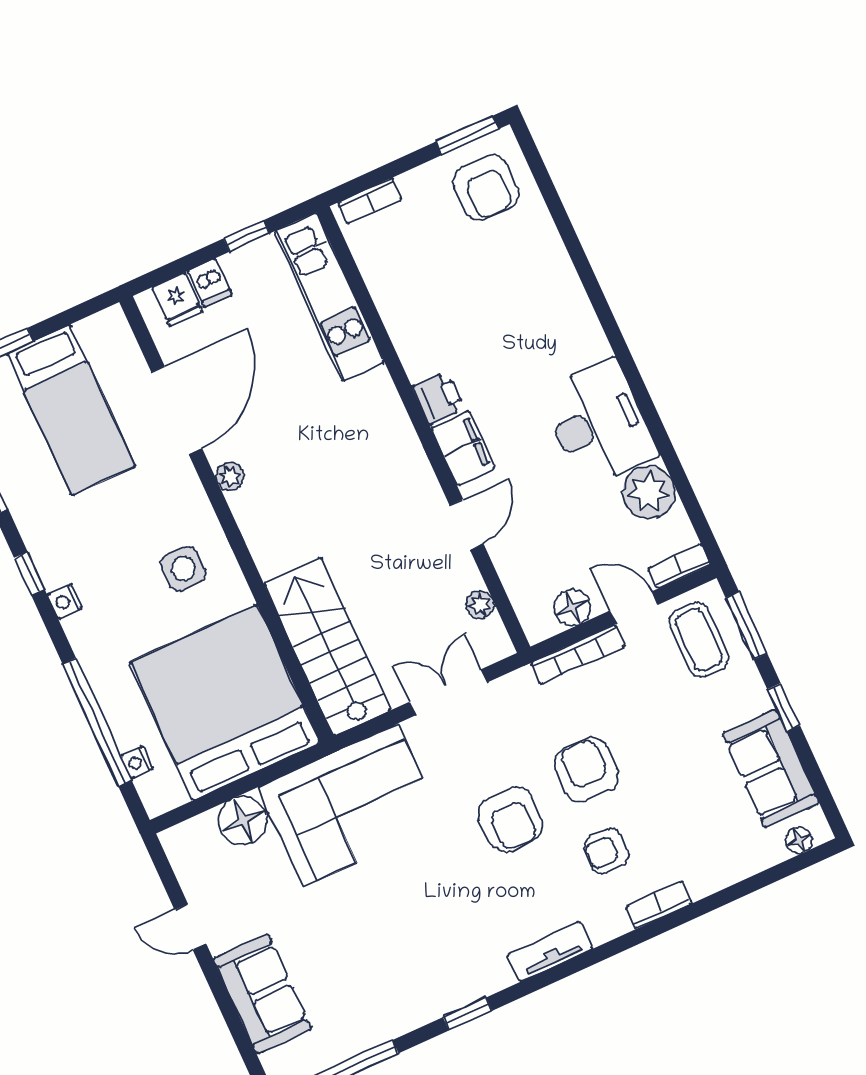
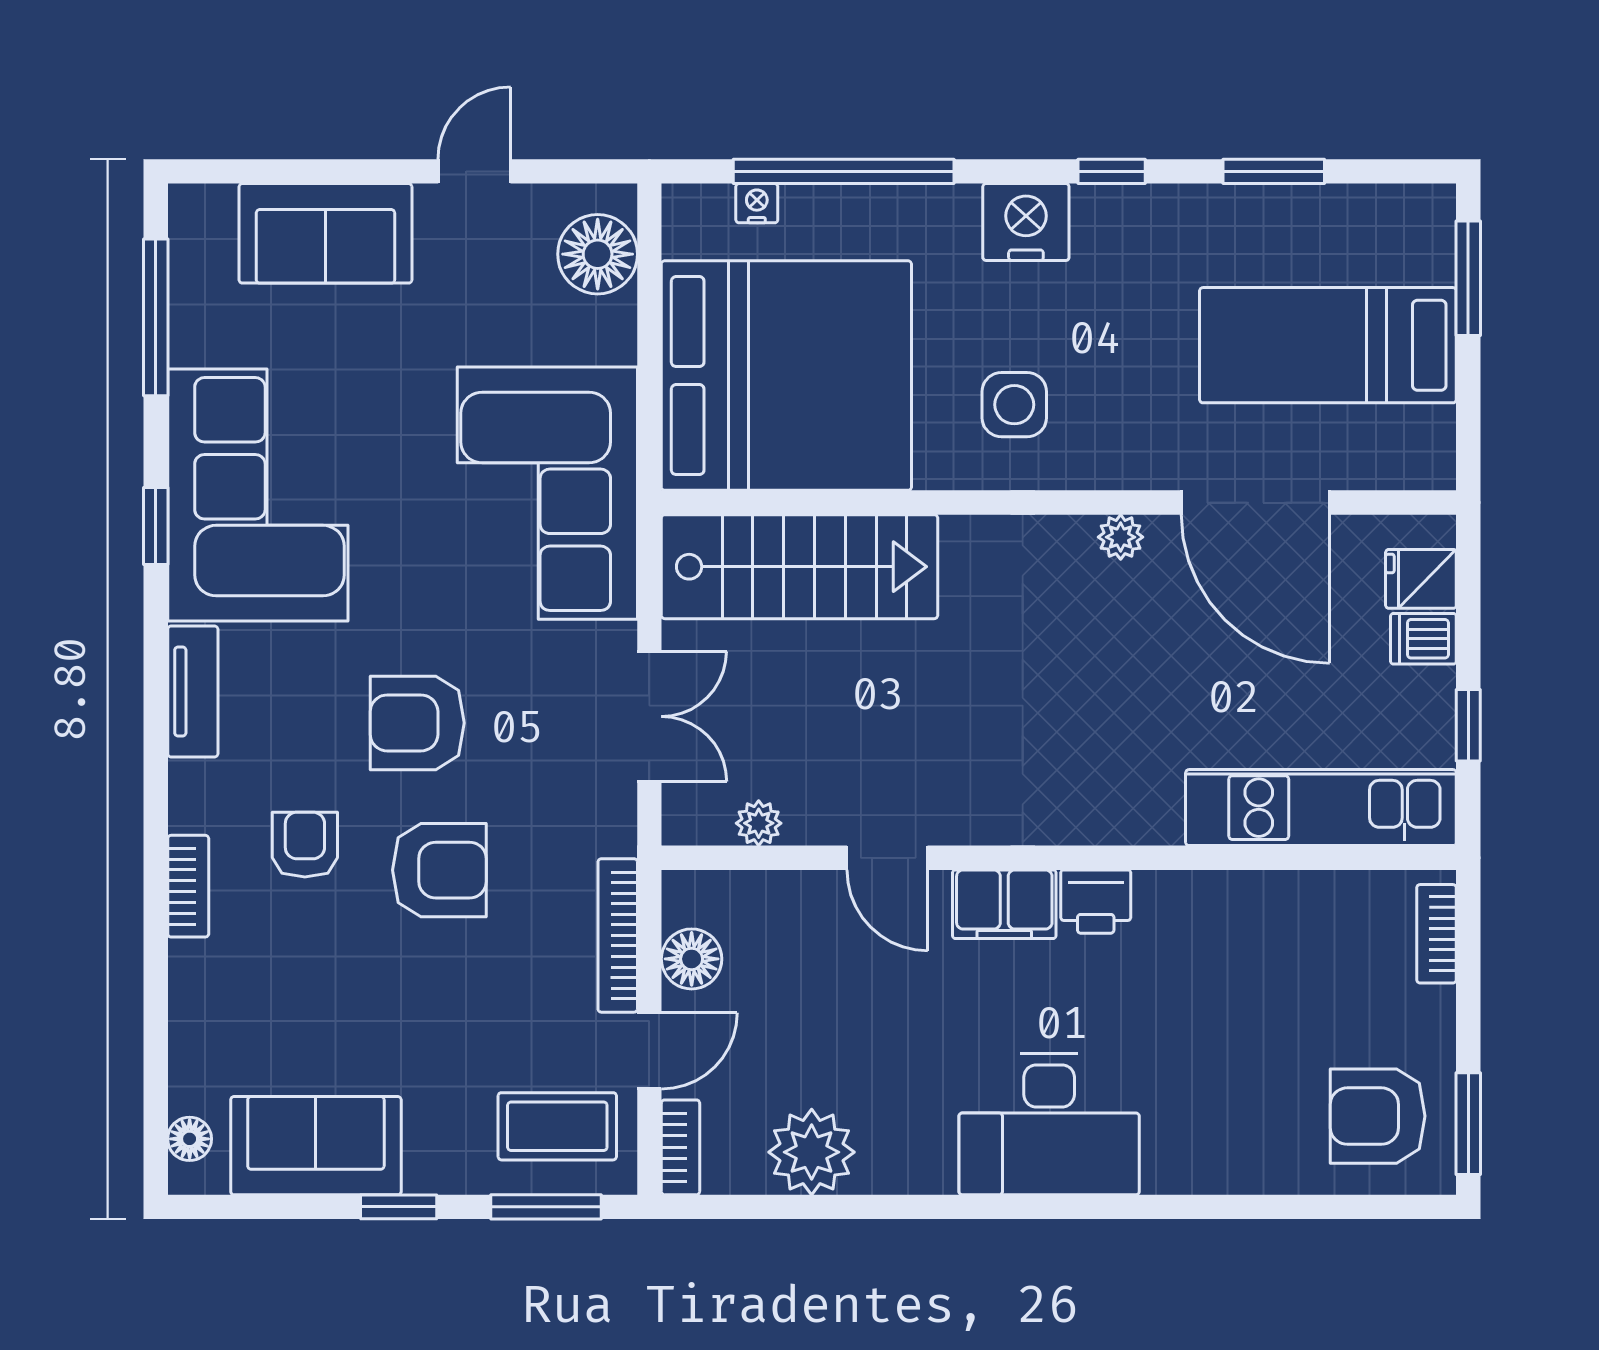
desk: (599, 423) -> (1049, 1124), moved
nightstand: (65, 601) -> (1026, 222), width x1.89, depth x1.79
floor lamp: (243, 820) -> (598, 254), moved
corner sofa: (425, 965) -> (258, 495), added

